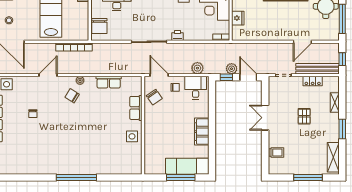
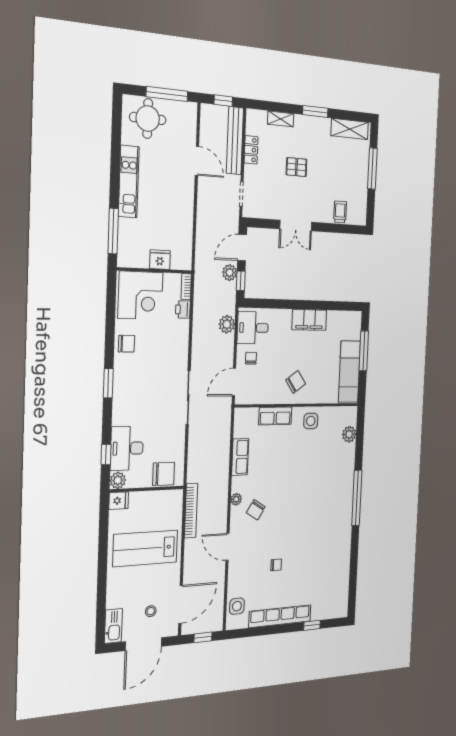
printer: (178, 36) -> (183, 309), moved
chair: (154, 97) -> (296, 382), moved
exam couch: (187, 166) -> (349, 372), moved
plant: (122, 168) -> (349, 434), added

